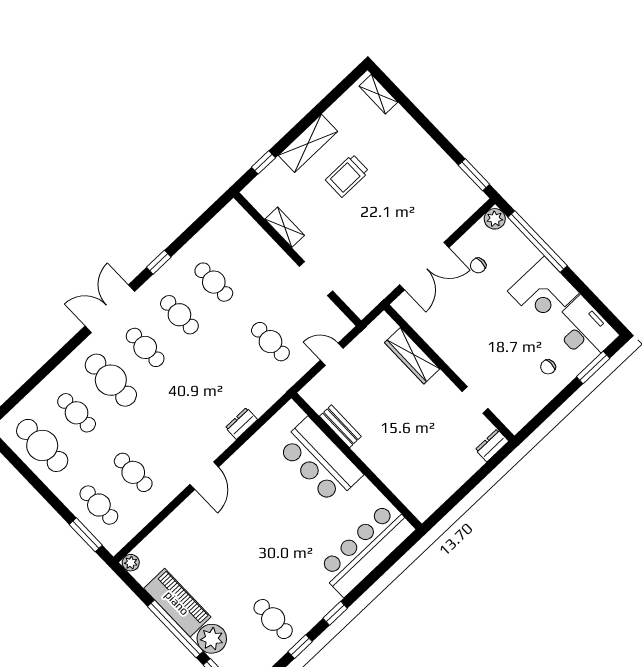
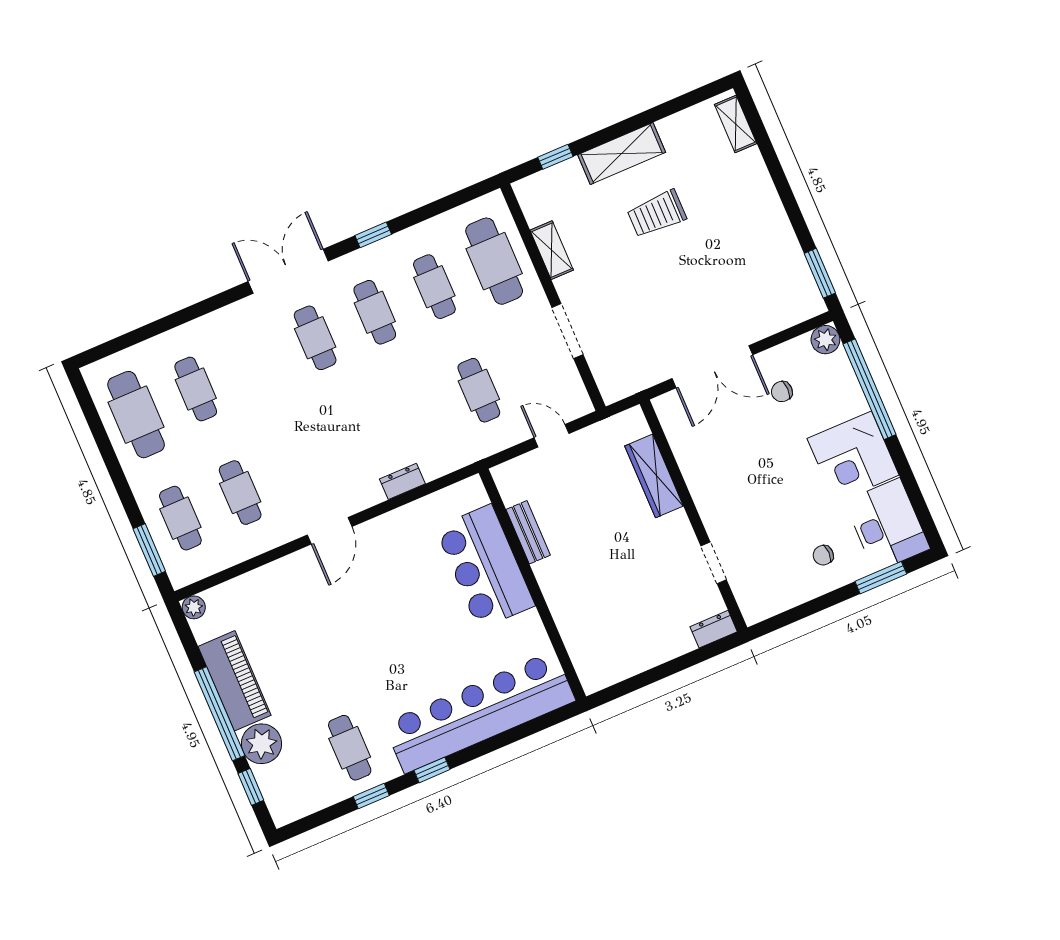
cafe table: (111, 380) -> (494, 261), moved
bar counter: (366, 549) -> (479, 712), width x1.36

